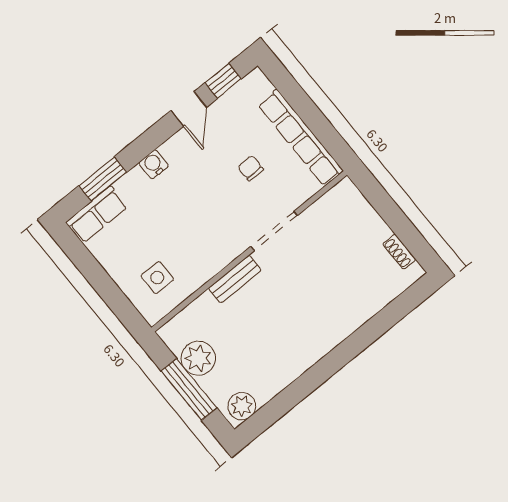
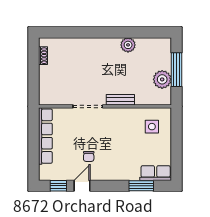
water cooler: (154, 164) -> (115, 175), removed
chair: (251, 168) -> (89, 156), moved
plant: (242, 406) -> (128, 45), moved

